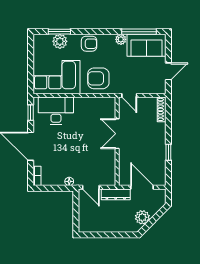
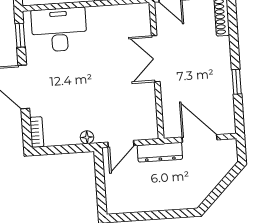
door: (91, 187) -> (121, 144), hinge flipped
plant: (142, 217) -> (203, 185), removed

